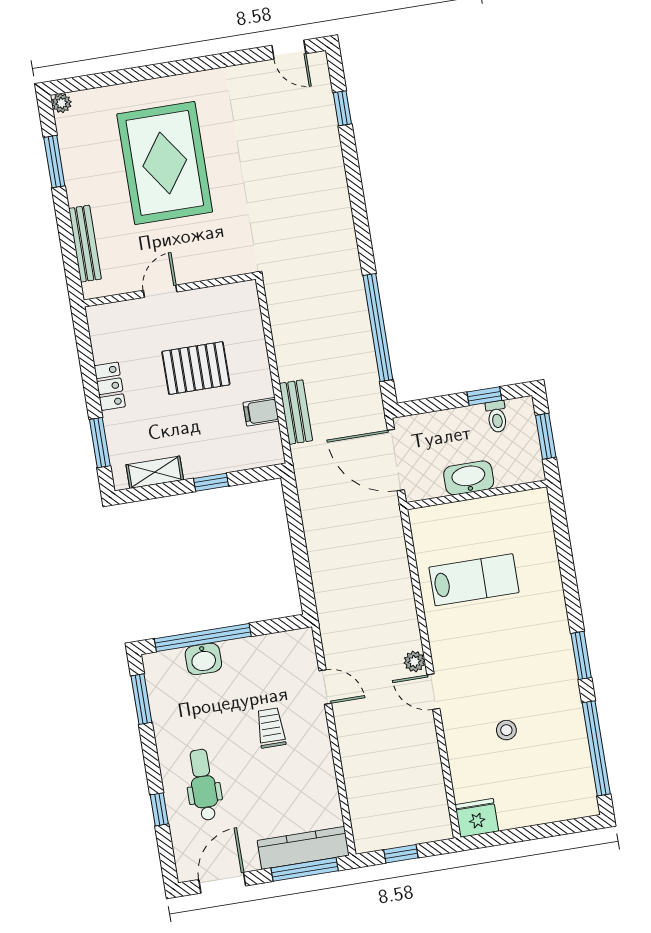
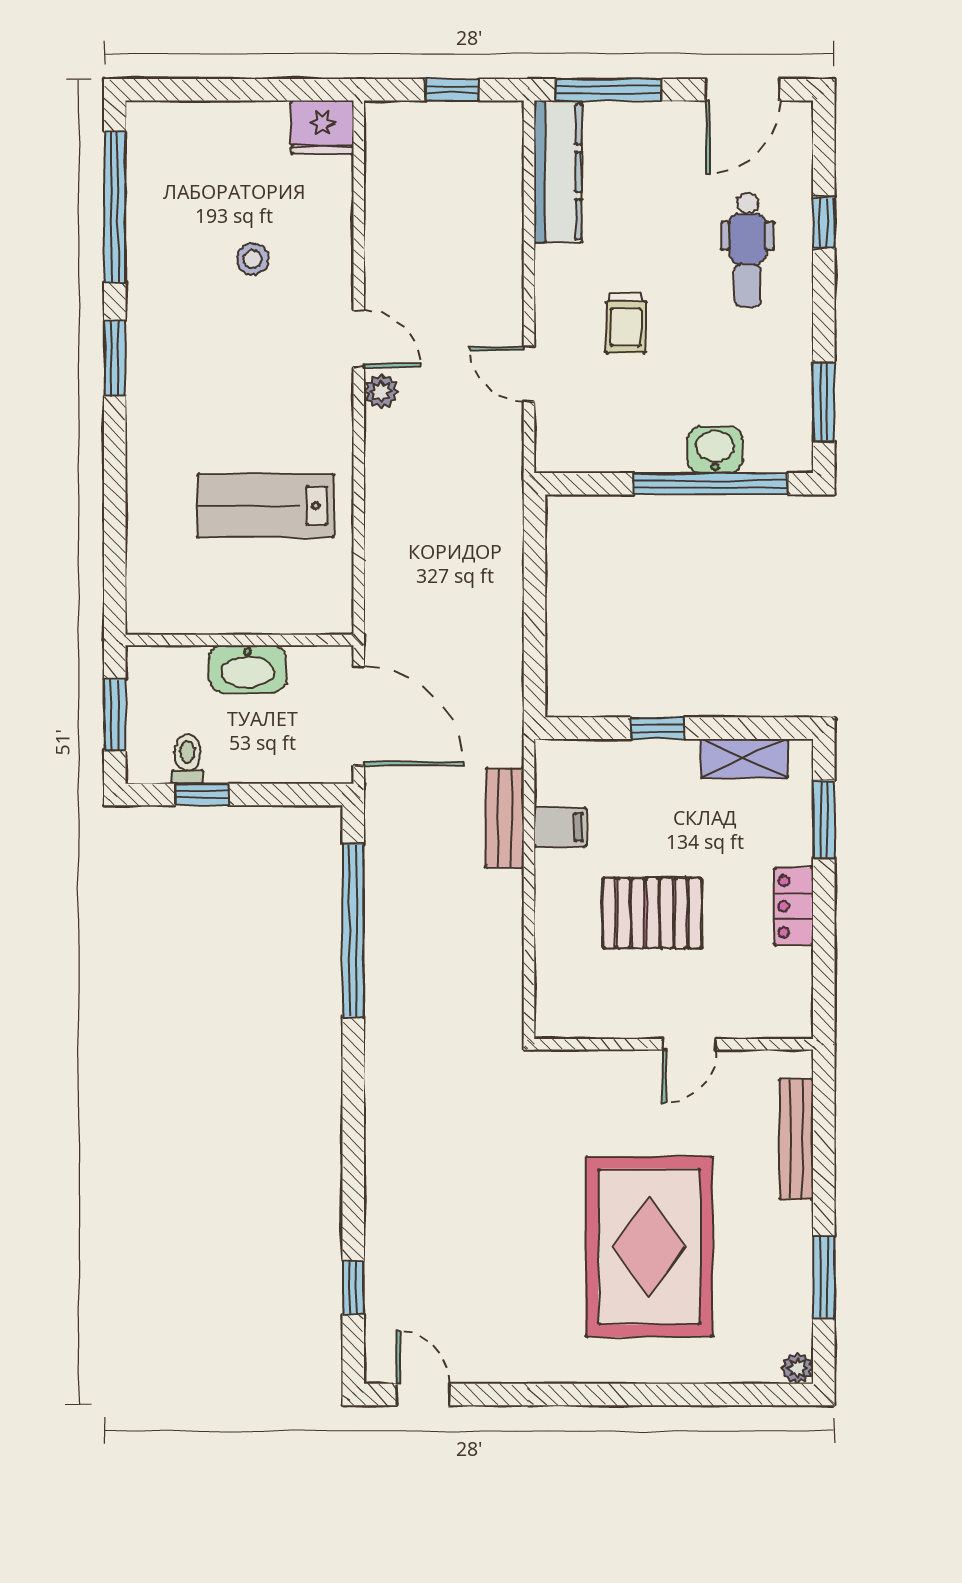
kitchen counter: (303, 848) -> (558, 172), moved, turned -90

